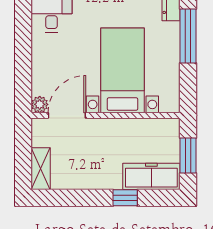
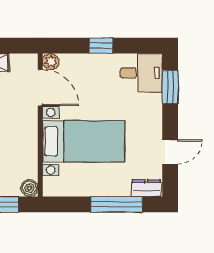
window: (23, 52) -> (101, 46), added
boiler: (171, 127) -> (29, 188), added

